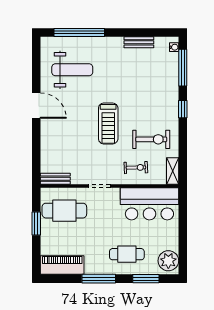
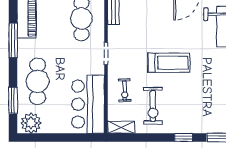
treadmill: (108, 123) -> (169, 63), turned 180
cafe table: (127, 254) -> (38, 81), width x1.37, depth x1.35
window: (99, 279) -> (13, 40), moved

